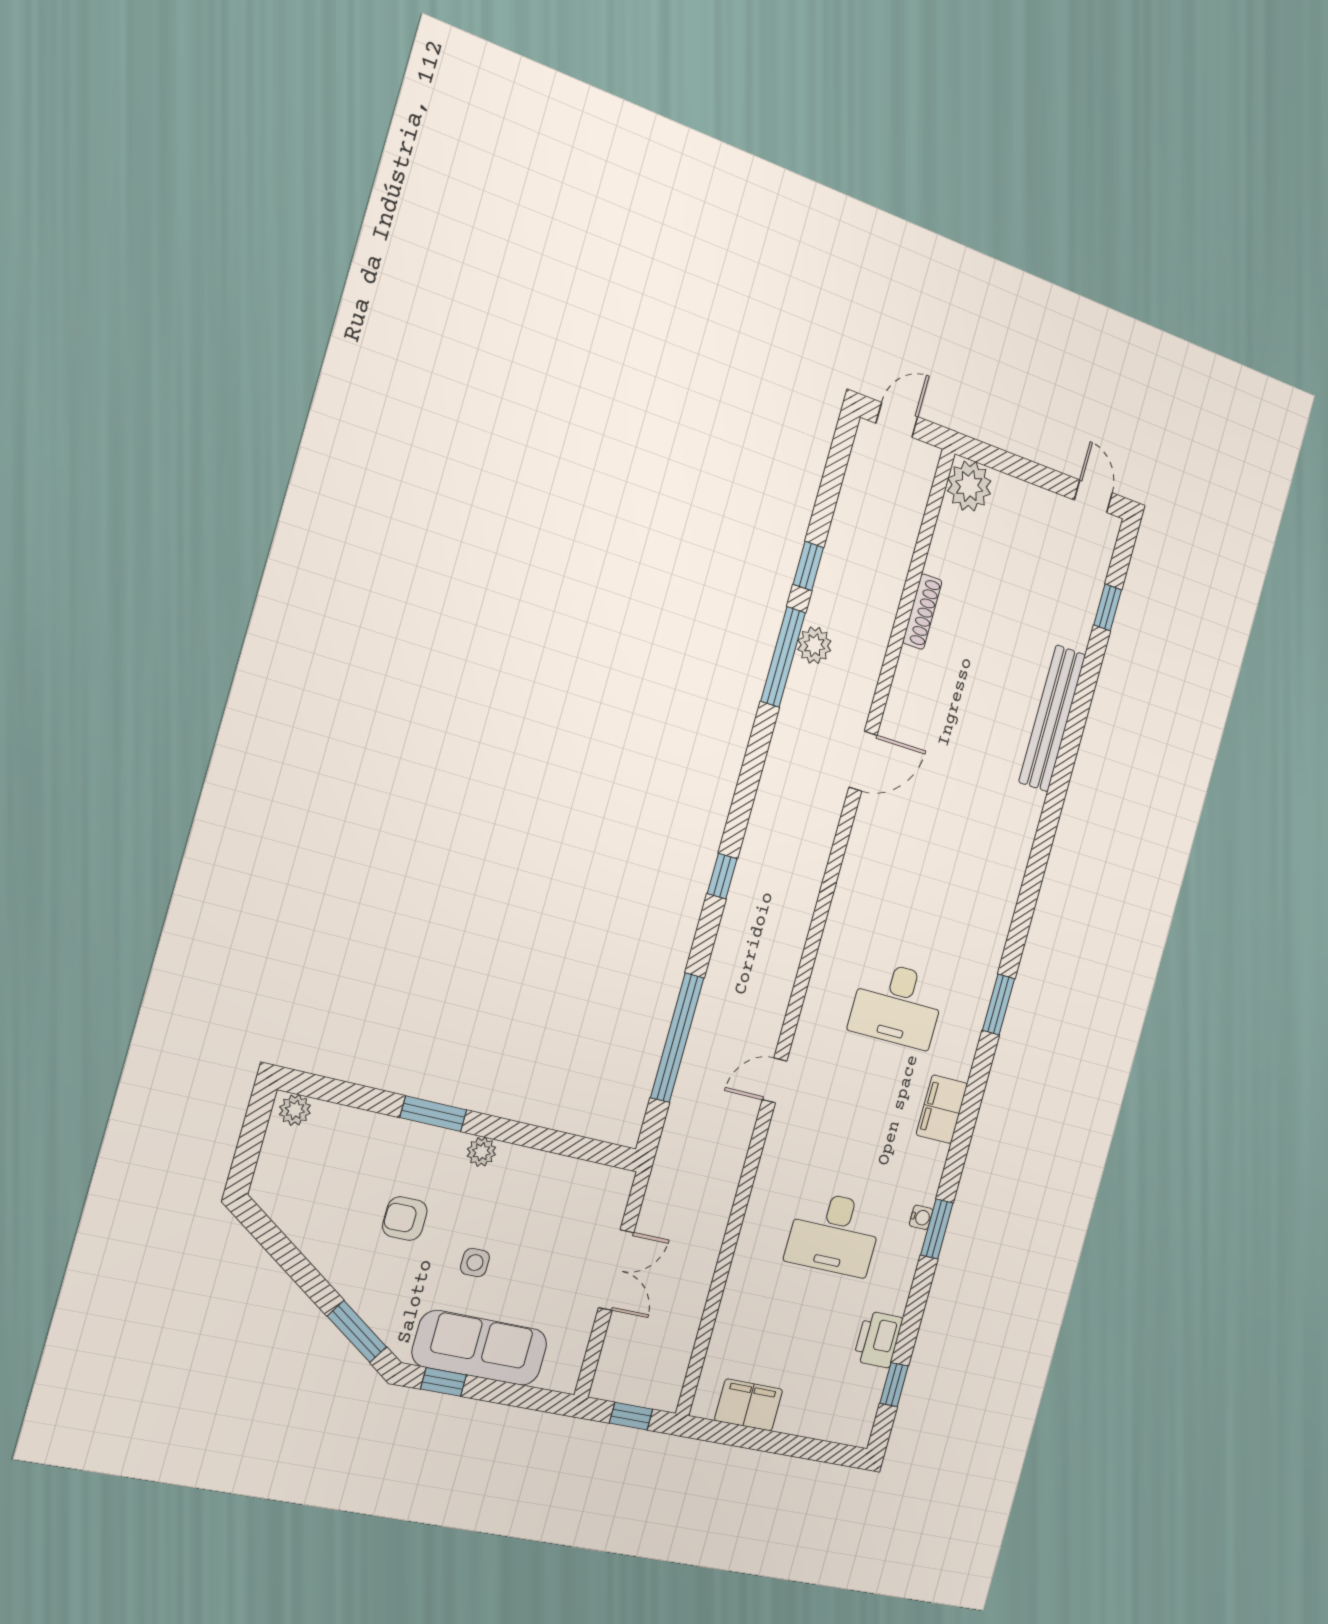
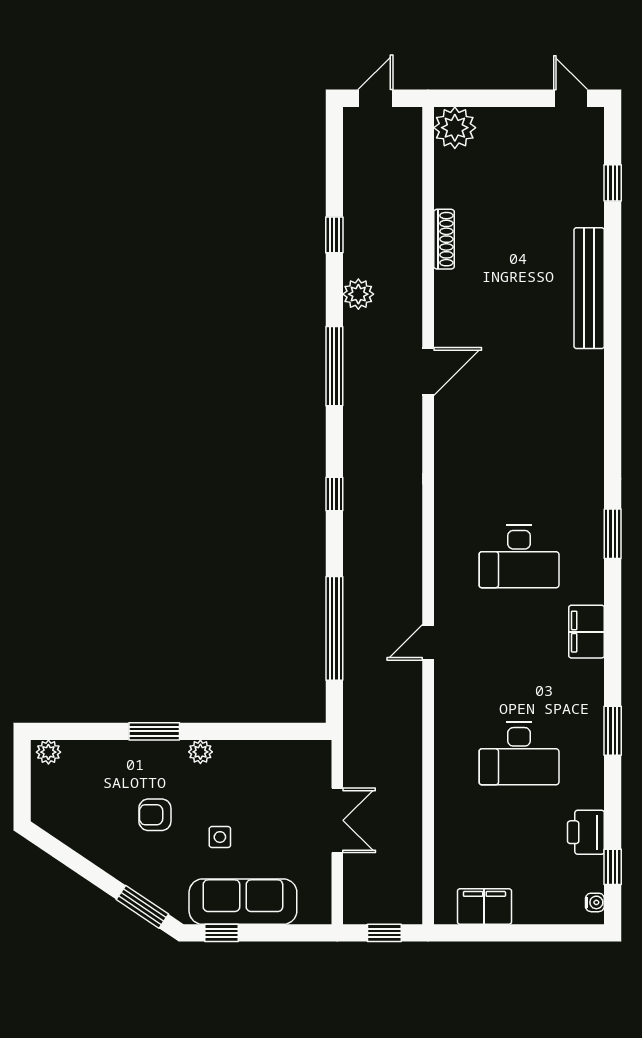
window: (783, 657) -> (334, 366), moved
water cooler: (921, 1217) -> (595, 902), moved

